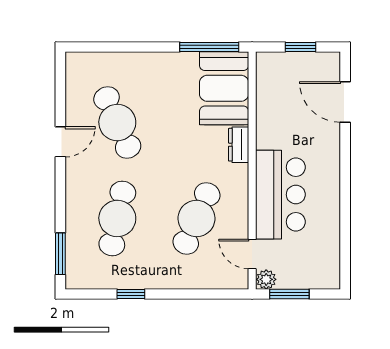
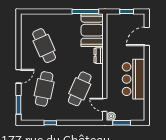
door: (345, 102) -> (147, 36), hinge flipped
door: (60, 142) -> (18, 76), moved
bar counter: (280, 195) -> (133, 79), moved, turned 180

